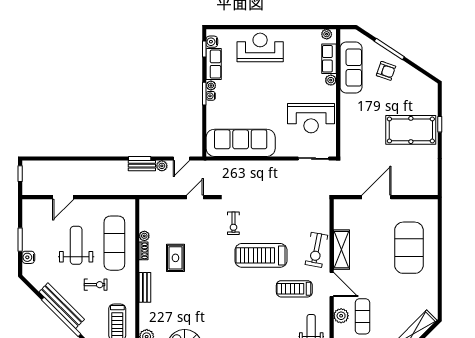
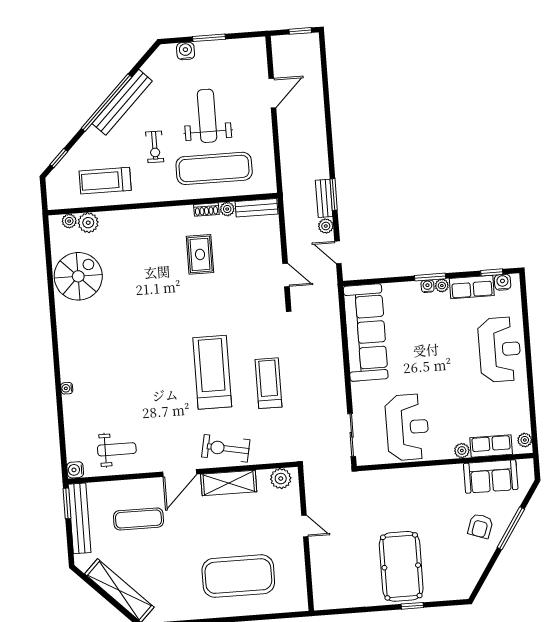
sofa: (351, 68) -> (491, 476), width x0.73
reception desk: (311, 118) -> (407, 427), turned 180
door: (63, 197) -> (272, 93), swing flipped
door: (376, 197) -> (305, 526), width x0.53
exercise bike: (233, 223) -> (254, 331), removed
weight bench: (76, 245) -> (207, 116), turned -90
rug: (175, 258) -> (200, 254), turned 90
bench: (145, 287) -> (256, 208), moved
treadmill: (294, 289) -> (268, 383), moved
plant: (341, 316) -> (281, 479), moved

